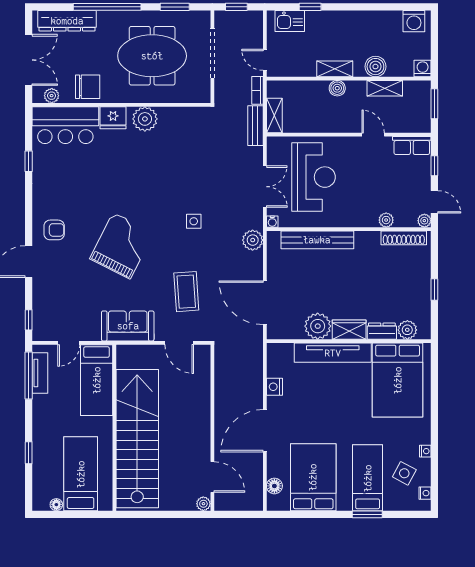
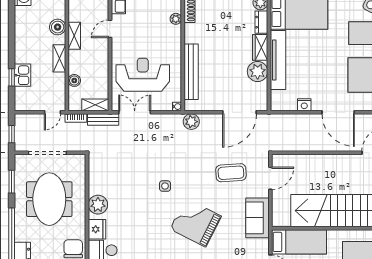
kitchen sink: (290, 21) -> (22, 75), moved
boiler: (337, 88) -> (74, 80), moved
shelving: (385, 88) -> (74, 36), moved
double door: (265, 187) -> (135, 112), moved
side table: (194, 221) -> (165, 186), moved

